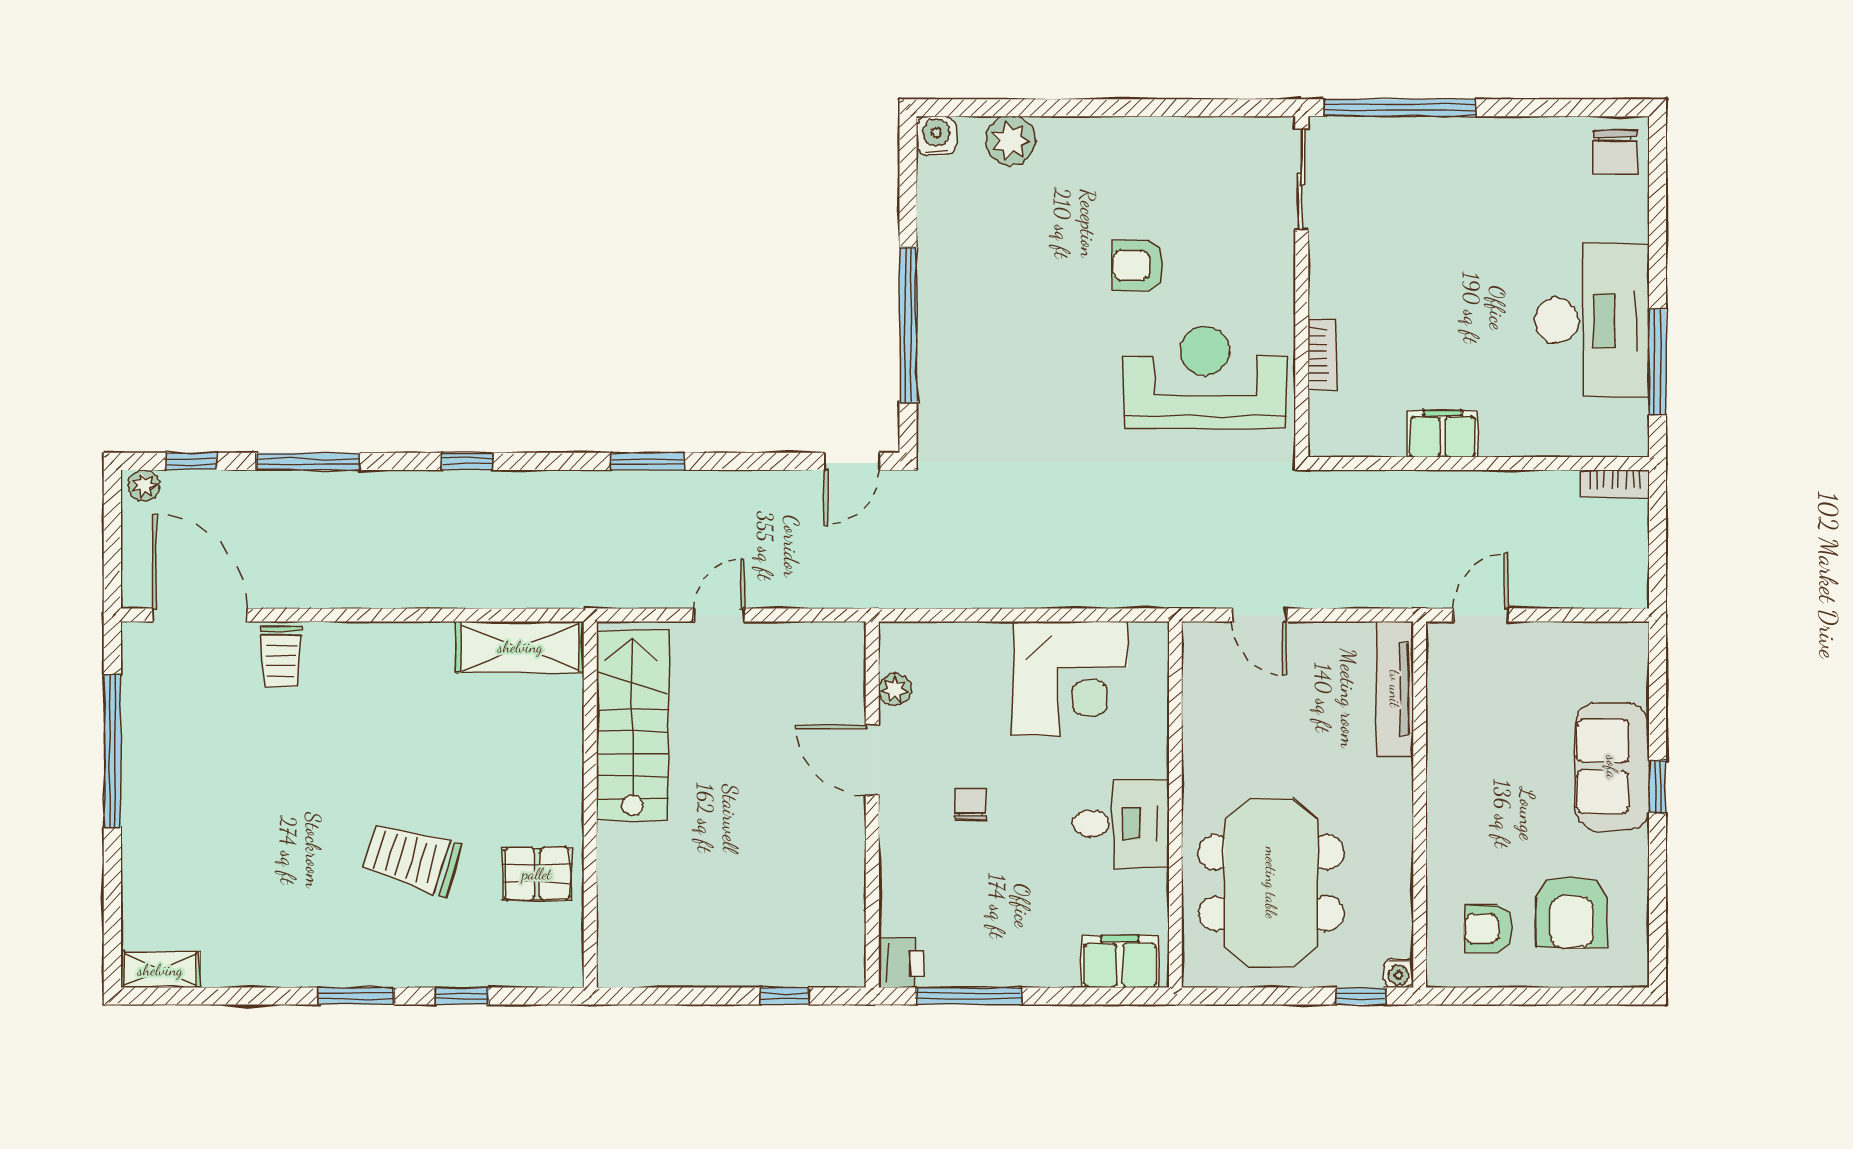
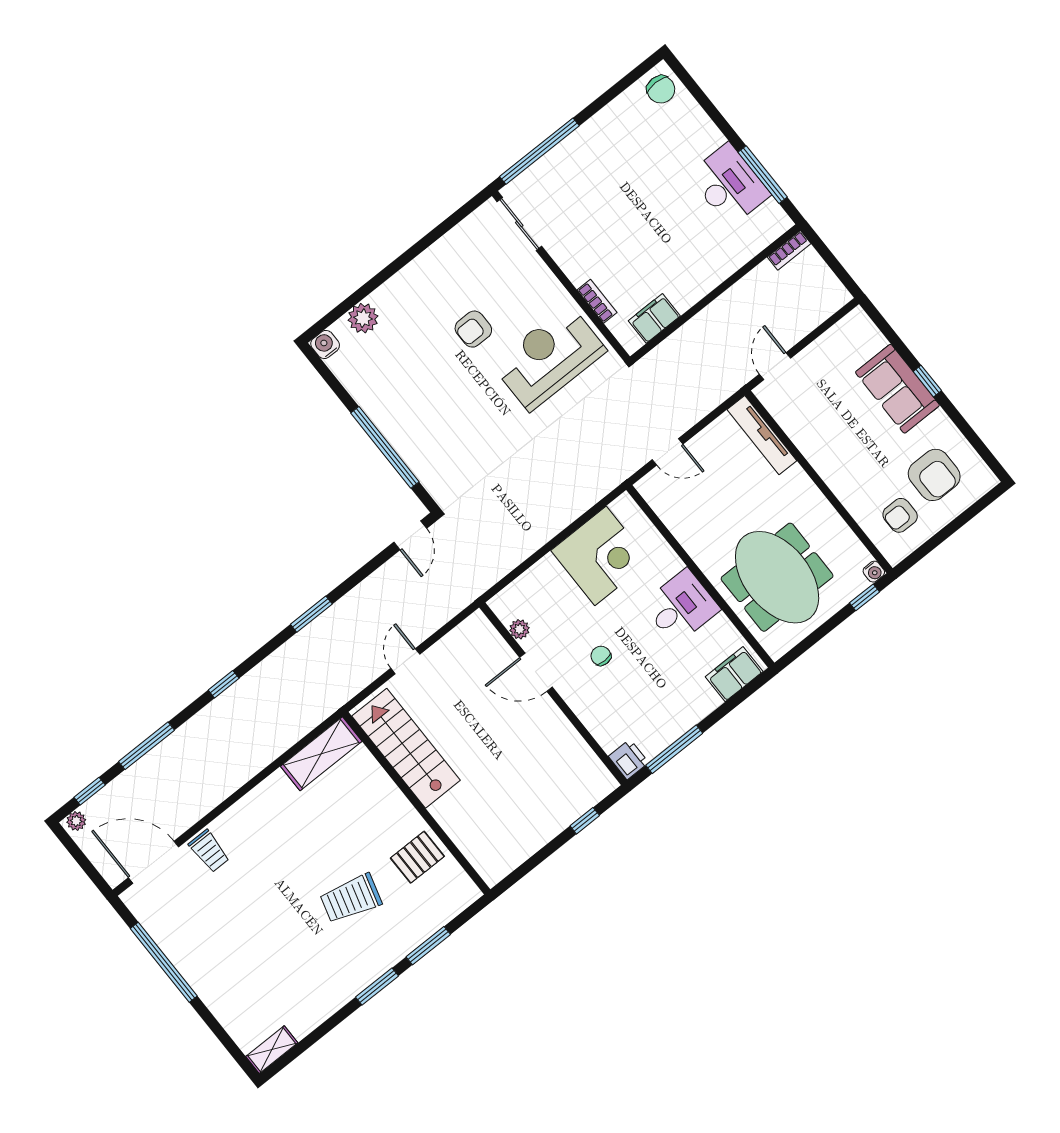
desk: (1592, 320) -> (729, 185), width x0.73, depth x0.77
filing cabinet: (1443, 434) -> (654, 318), moved
window: (462, 996) -> (428, 946), width x1.50

